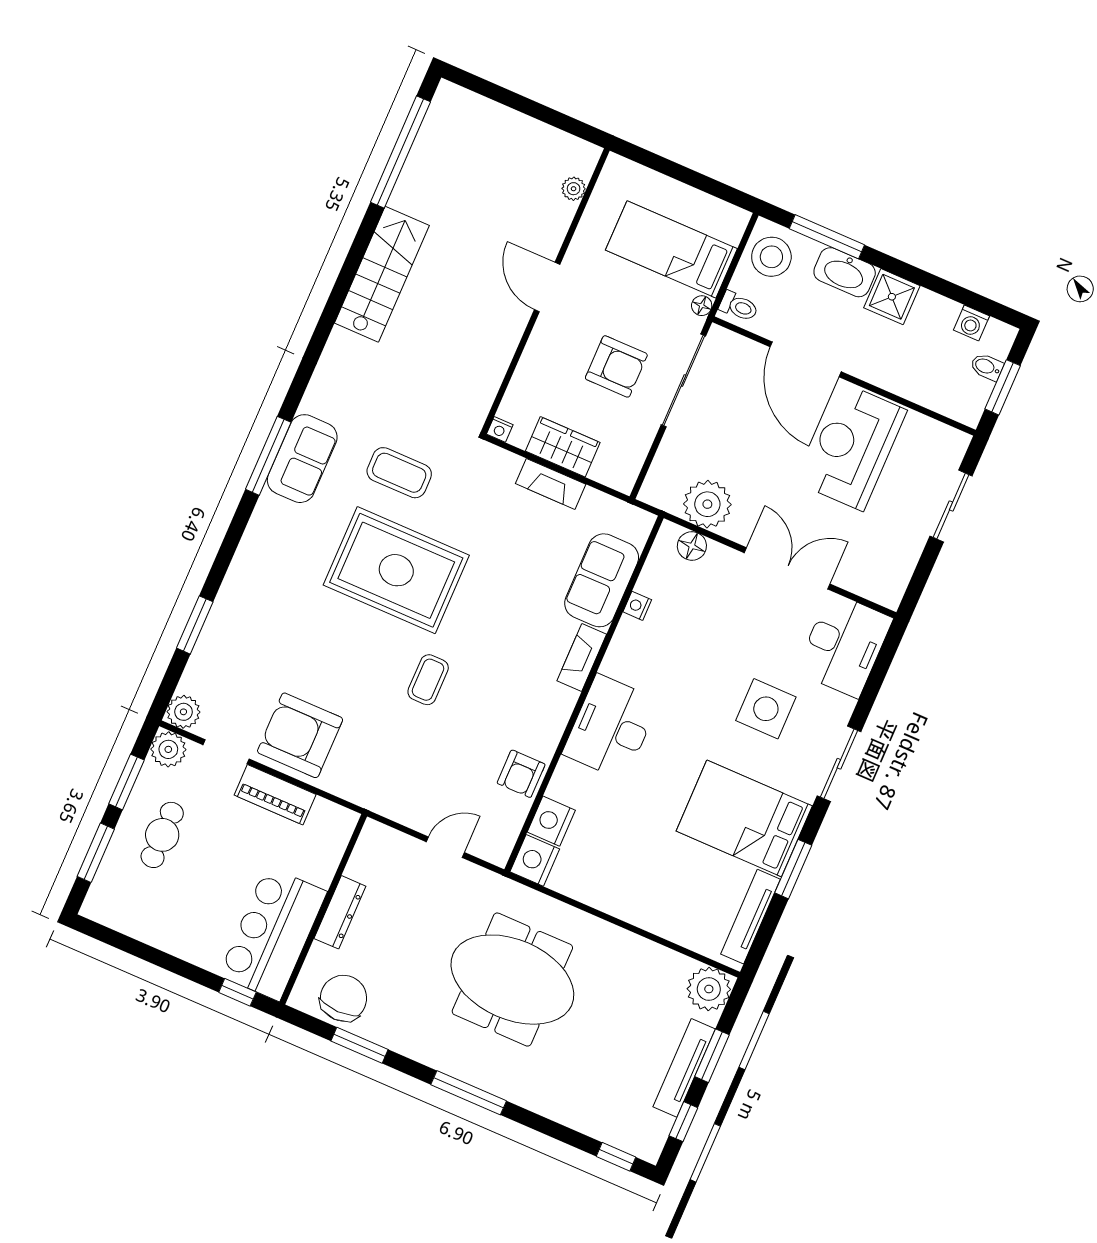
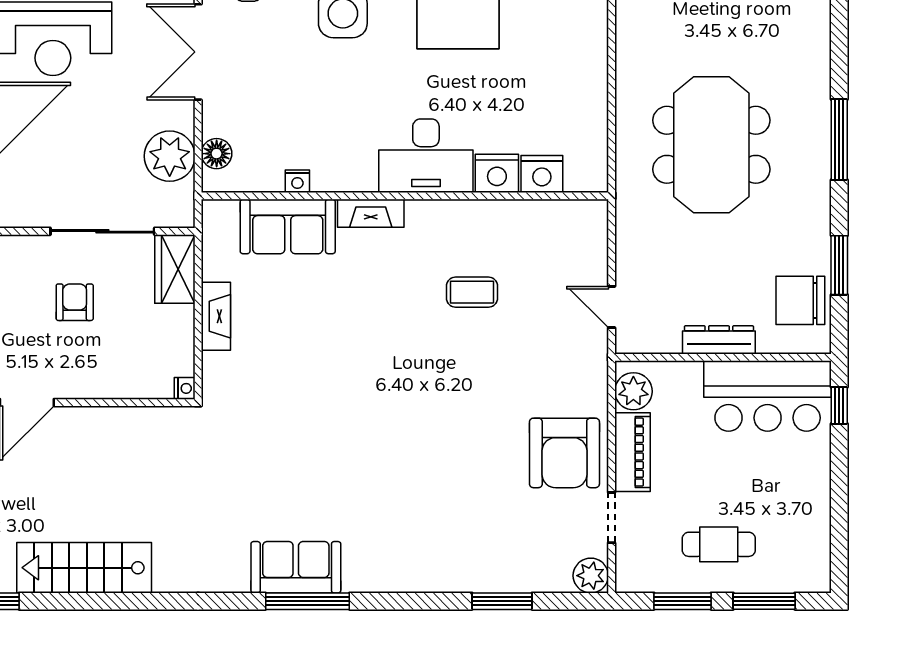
armchair: (616, 366) -> (75, 302), width x0.72, depth x0.72
sliding door: (683, 380) -> (102, 231), moved
wardrobe: (563, 447) -> (175, 269), moved
coffee table: (399, 473) -> (269, 467), removed
rug: (396, 570) -> (364, 429), removed
coffee table: (428, 680) -> (472, 292), moved
plant: (168, 749) -> (633, 391), moved
armchair: (521, 774) -> (509, 223), removed
door: (445, 847) -> (612, 307), moved
nightstand: (535, 860) -> (497, 173), moved

